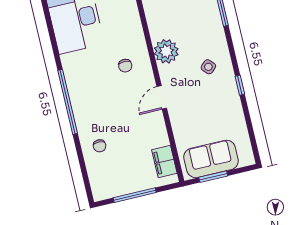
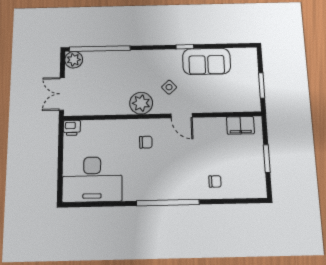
side table: (208, 67) -> (169, 87), moved
sofa: (211, 159) -> (207, 61), moved, turned -90
window: (135, 195) -> (267, 159), width x0.69

